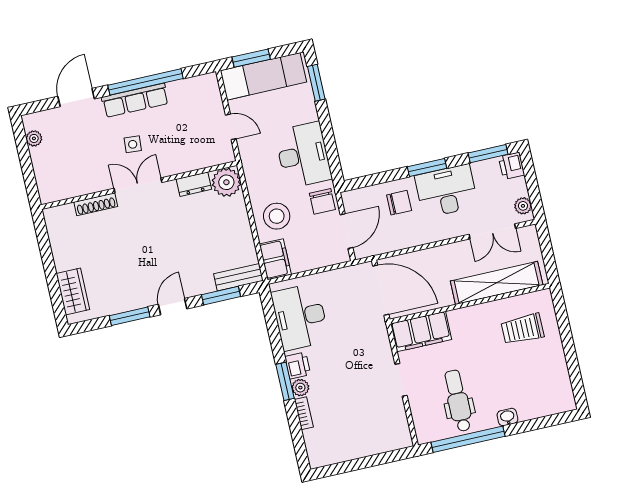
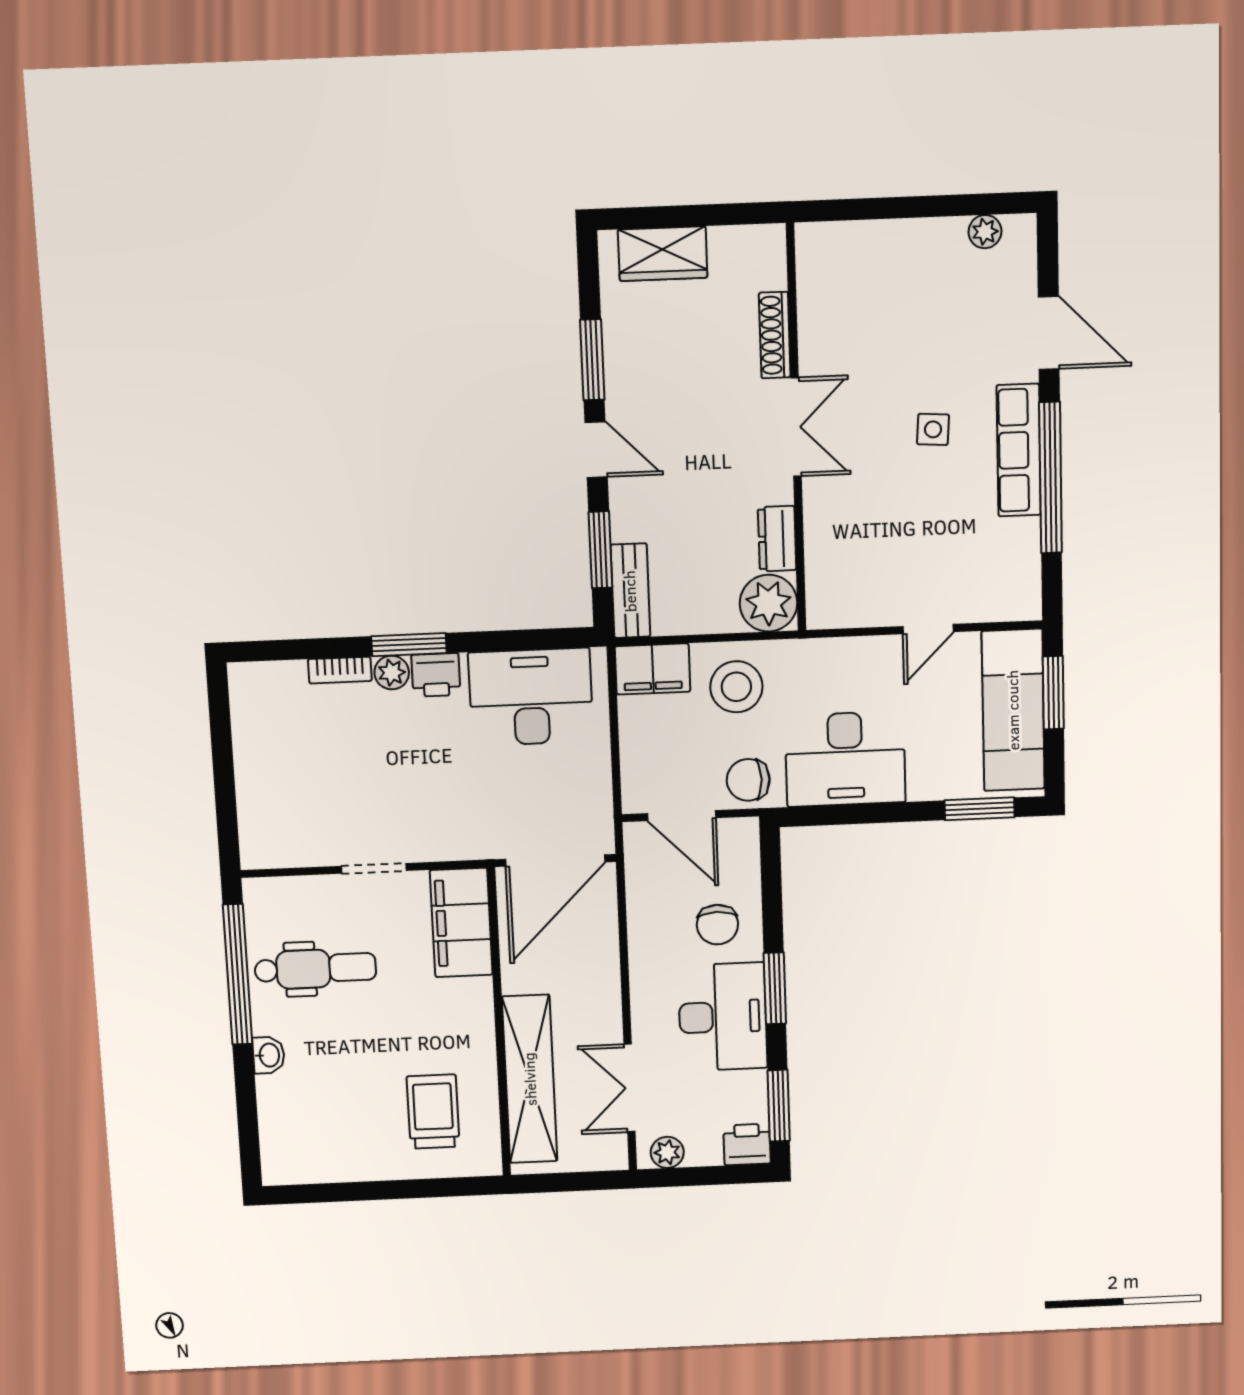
plant: (226, 182) -> (768, 603), moved
dresser: (194, 184) -> (777, 539), moved
double door: (138, 185) -> (796, 427), moved
wall: (139, 185) -> (796, 429), moved
shoe rack: (96, 204) -> (775, 335), moved

